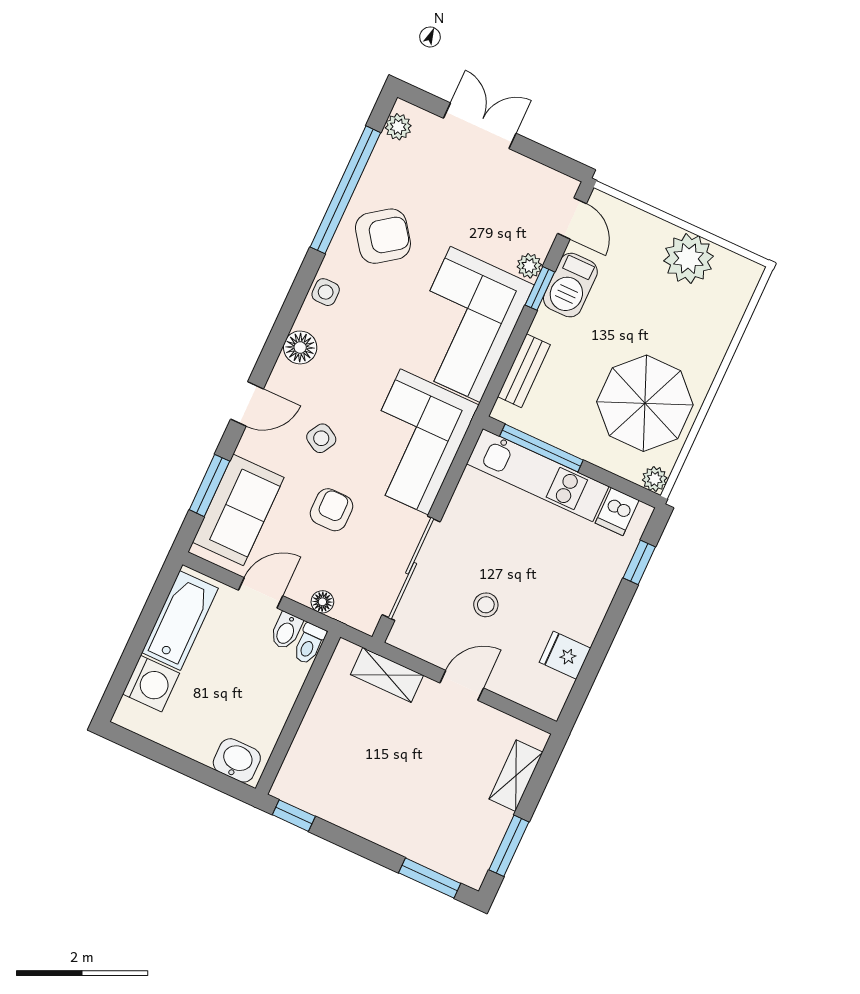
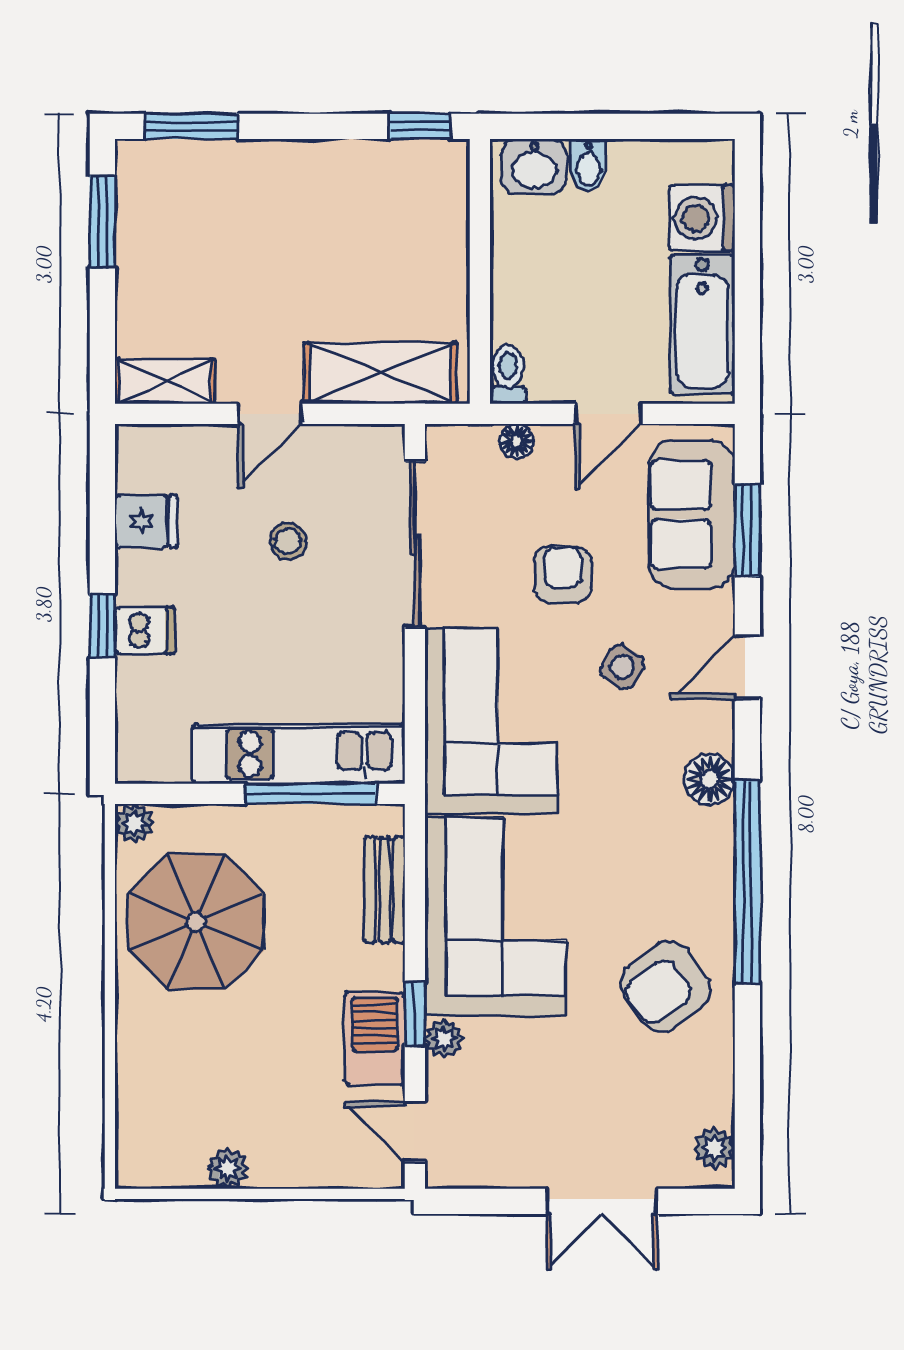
window: (345, 190) -> (747, 882), moved
plant: (689, 259) -> (228, 1168), width x0.53, depth x0.53
side table: (326, 292) -> (710, 872), removed
armchair: (332, 510) -> (563, 574), turned 180
dishwasher: (617, 512) -> (145, 631), moved, turned 90
window: (639, 562) -> (102, 626), moved
bidet: (286, 631) -> (589, 165), moved, turned 180
shelving: (387, 675) -> (380, 373), width x1.50, depth x1.33
shelving: (516, 776) -> (165, 381), moved, turned 90

